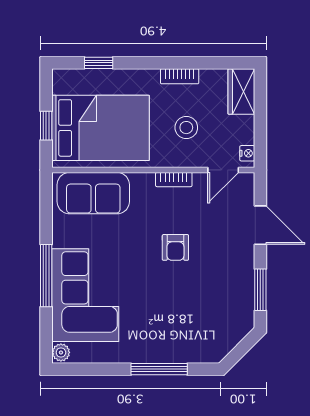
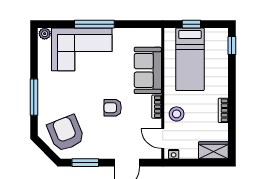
window: (99, 63) -> (232, 45), moved
bed: (101, 128) -> (190, 59), width x0.67
stool: (186, 128) -> (177, 114), moved
sofa: (93, 193) -> (148, 70), moved
armchair: (215, 320) -> (66, 133), added

